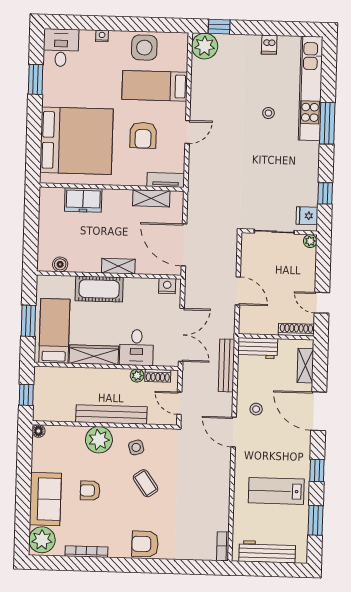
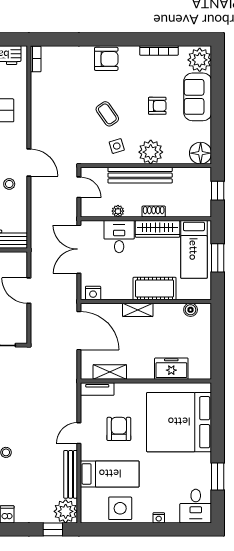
bench: (226, 365) -> (71, 474), moved
shoe rack: (158, 376) -> (154, 212), moved
floor lamp: (38, 431) -> (201, 153), width x1.89, depth x1.89

